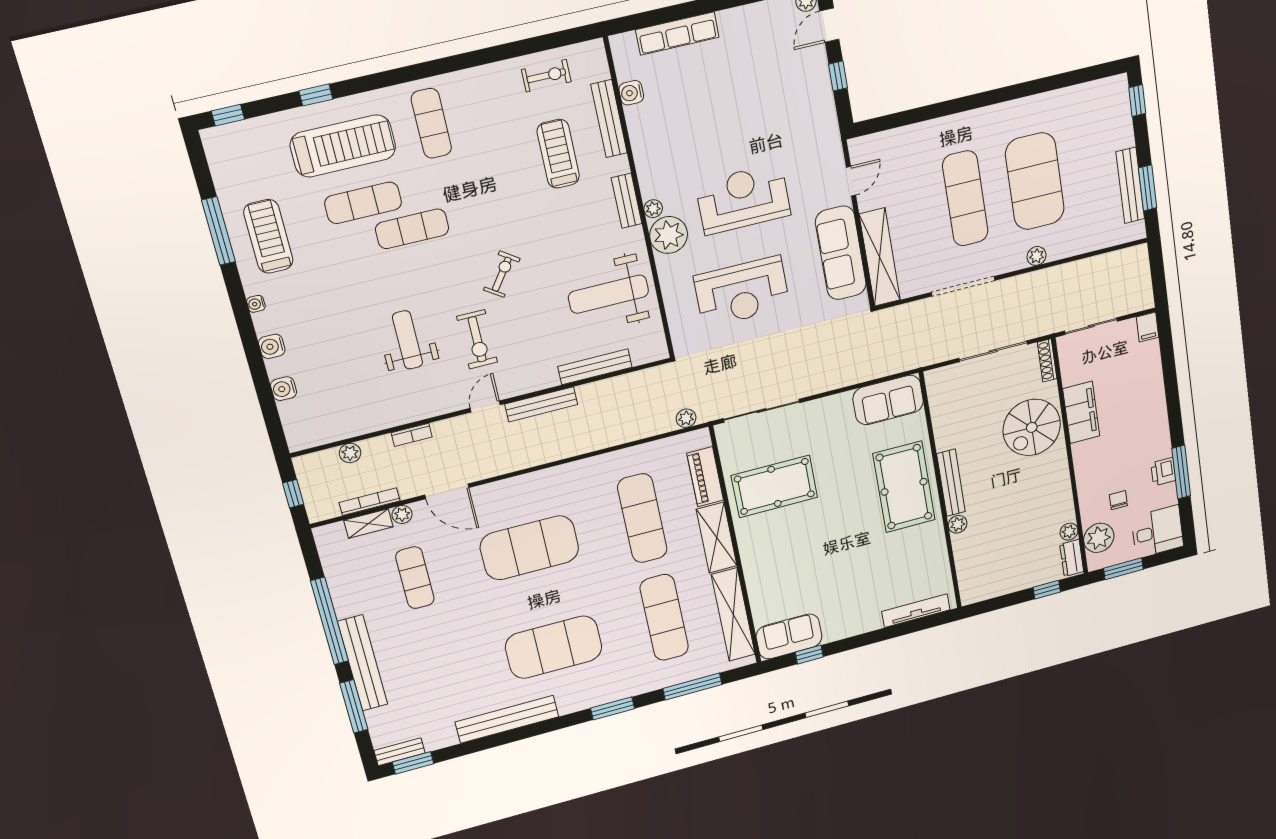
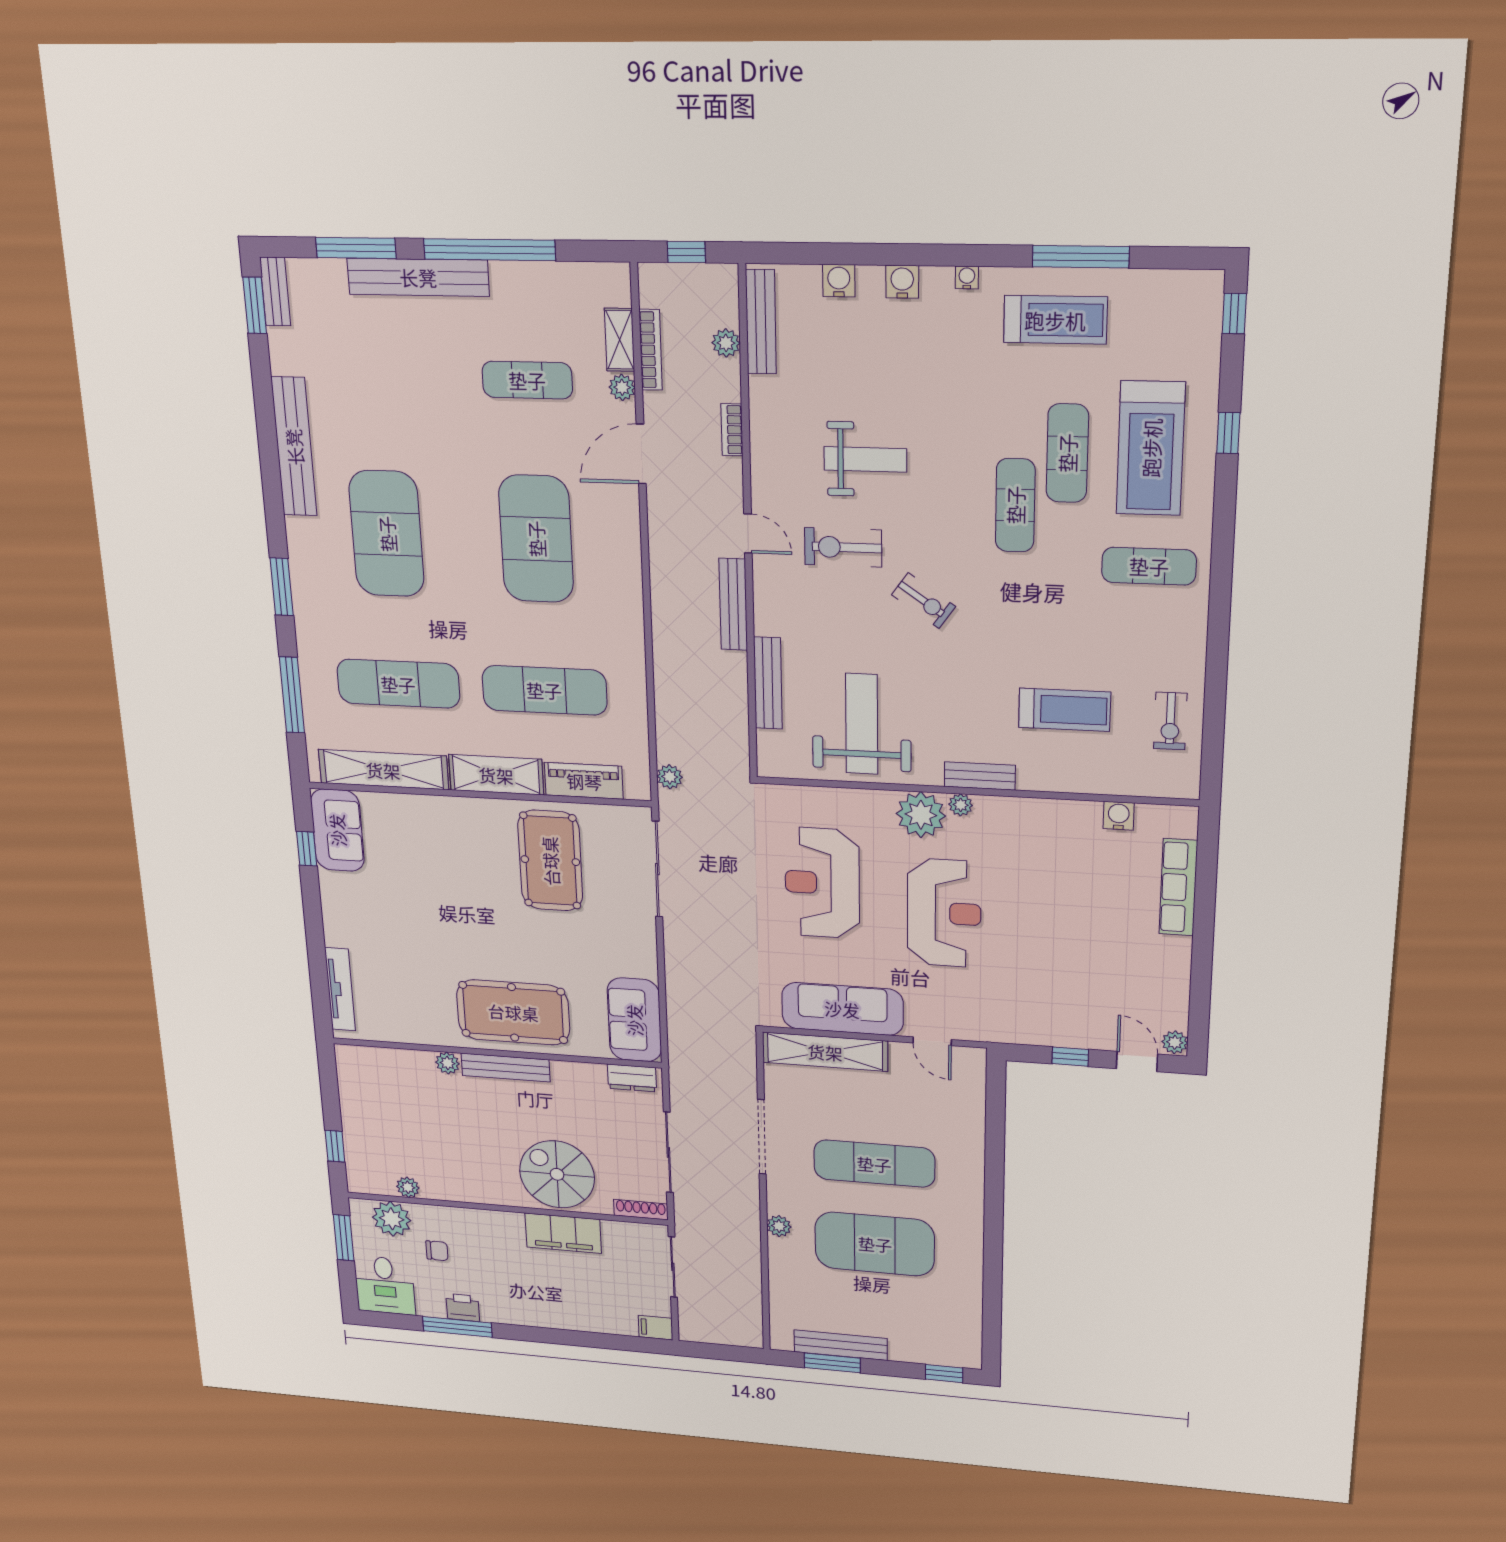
bench: (609, 119) -> (761, 322), moved, turned 90
dresser: (1072, 558) -> (632, 1078), moved, turned 180

